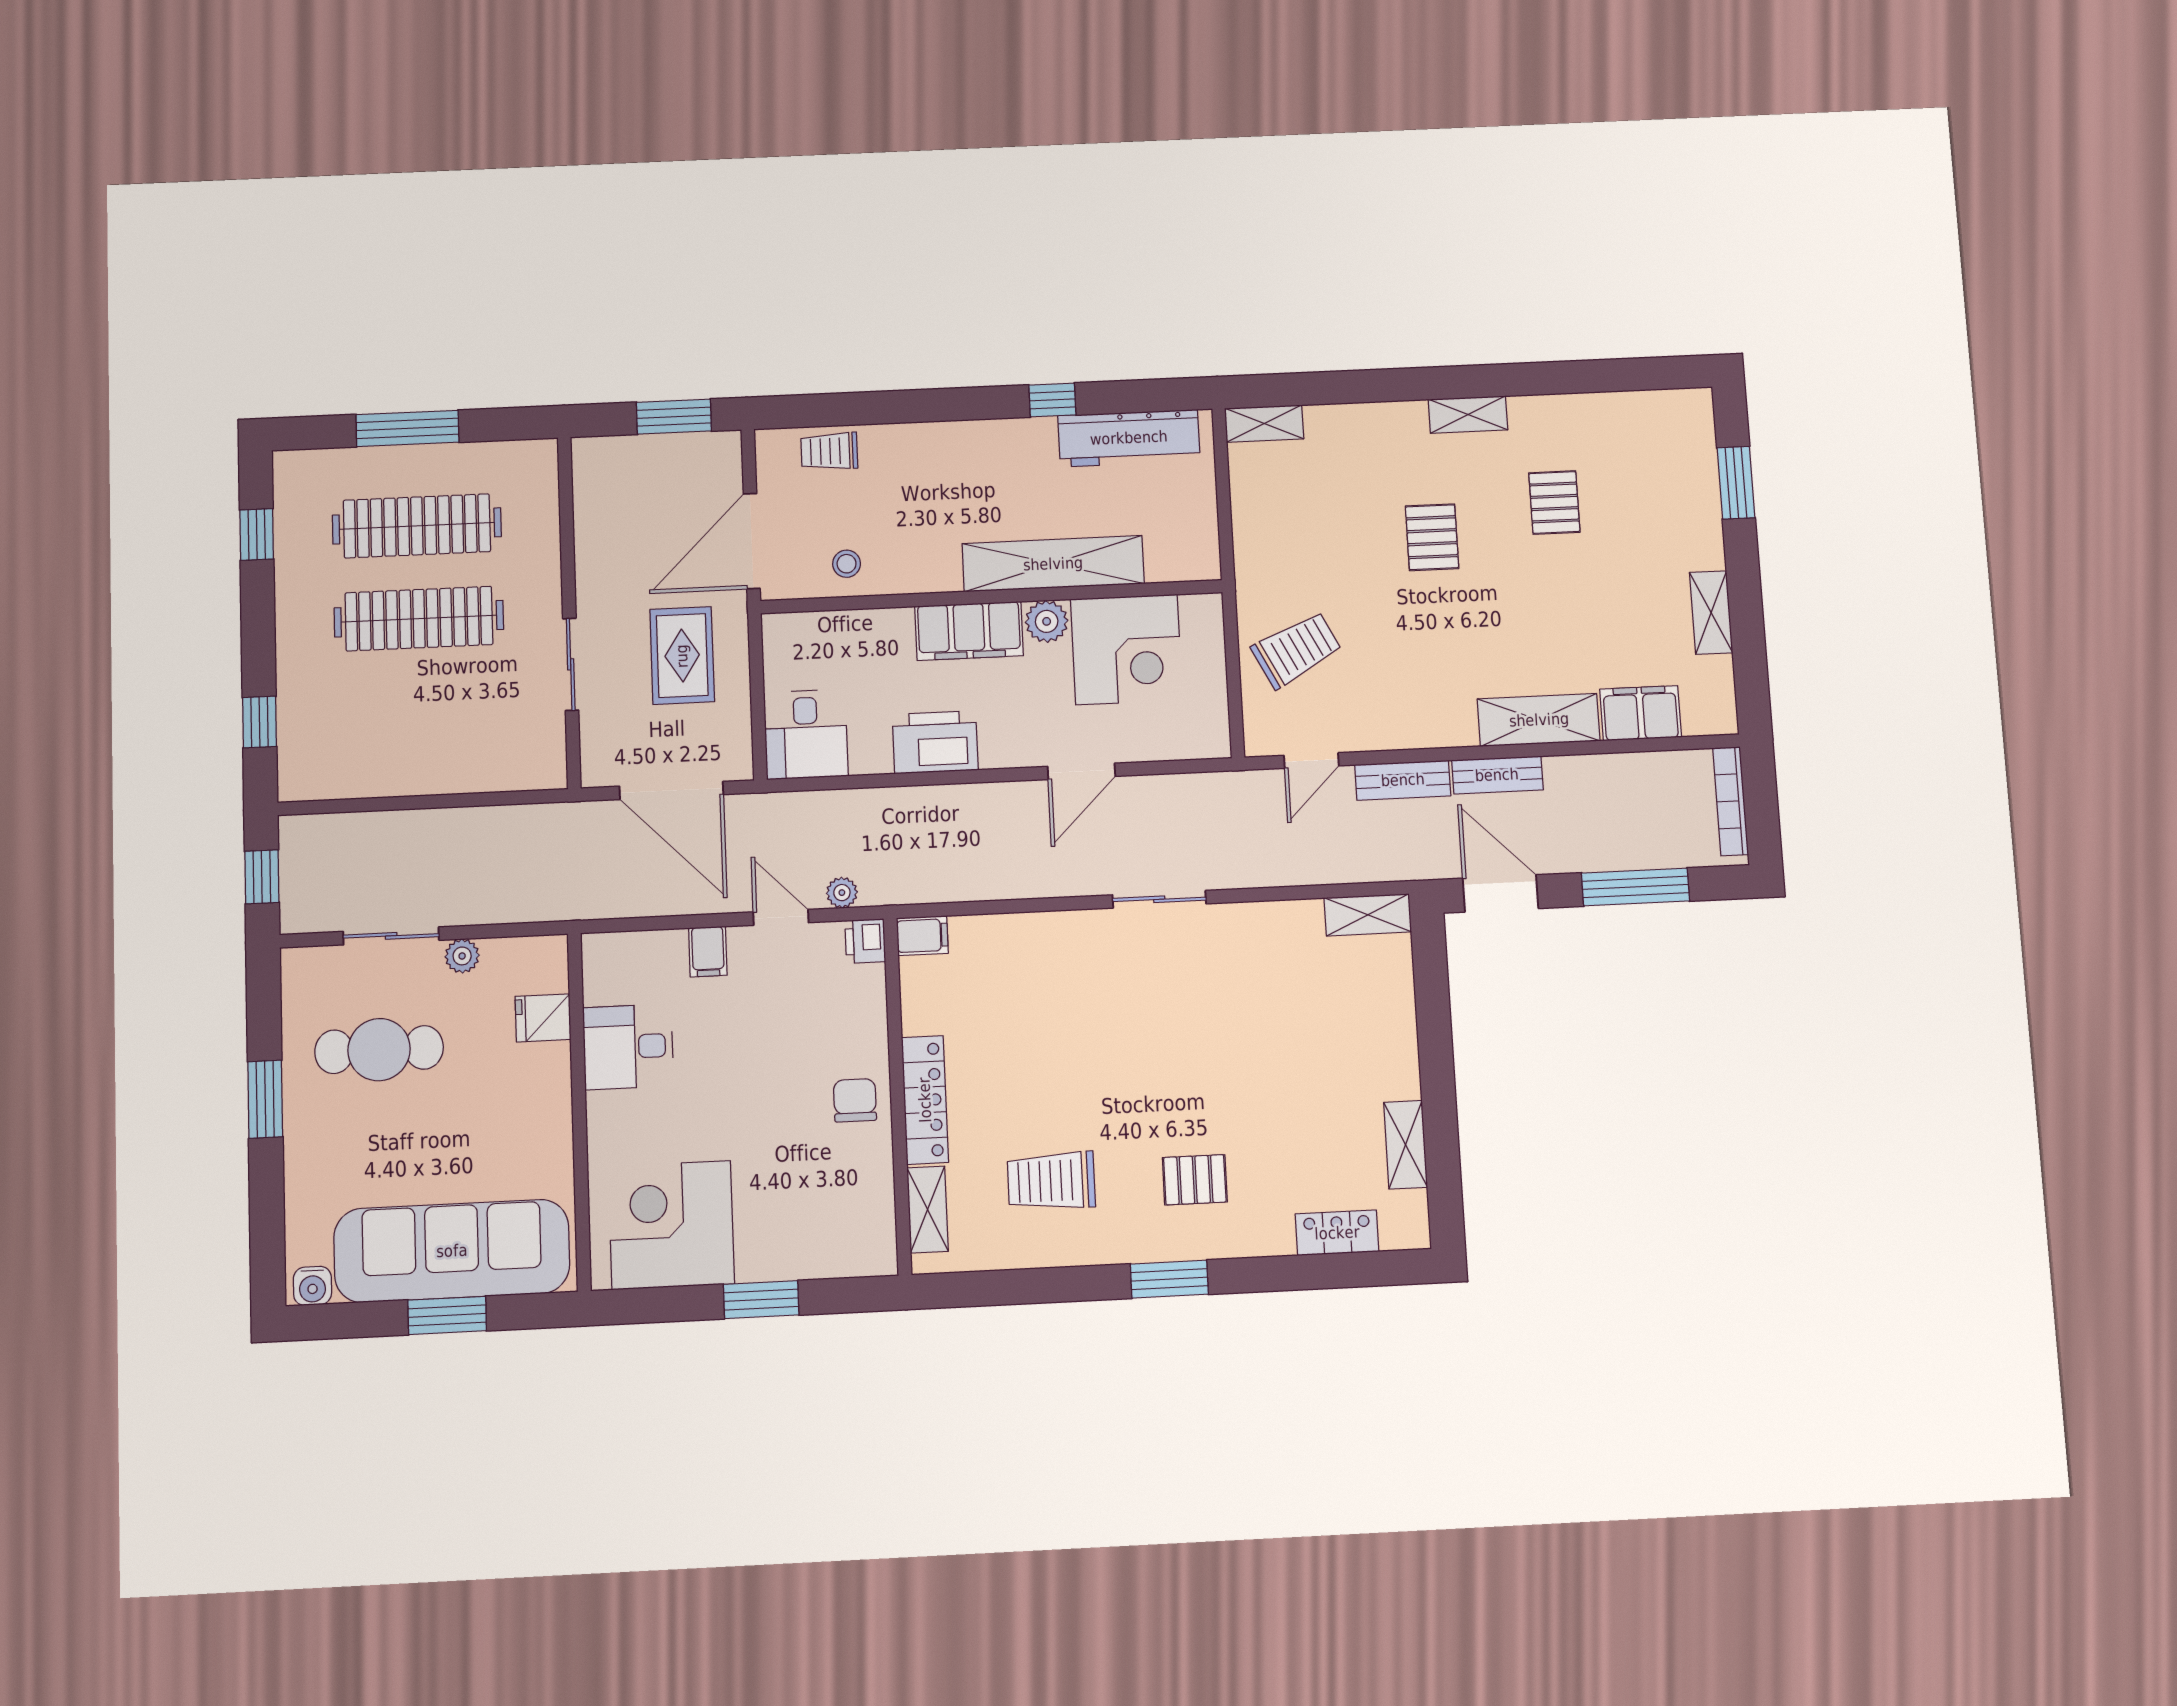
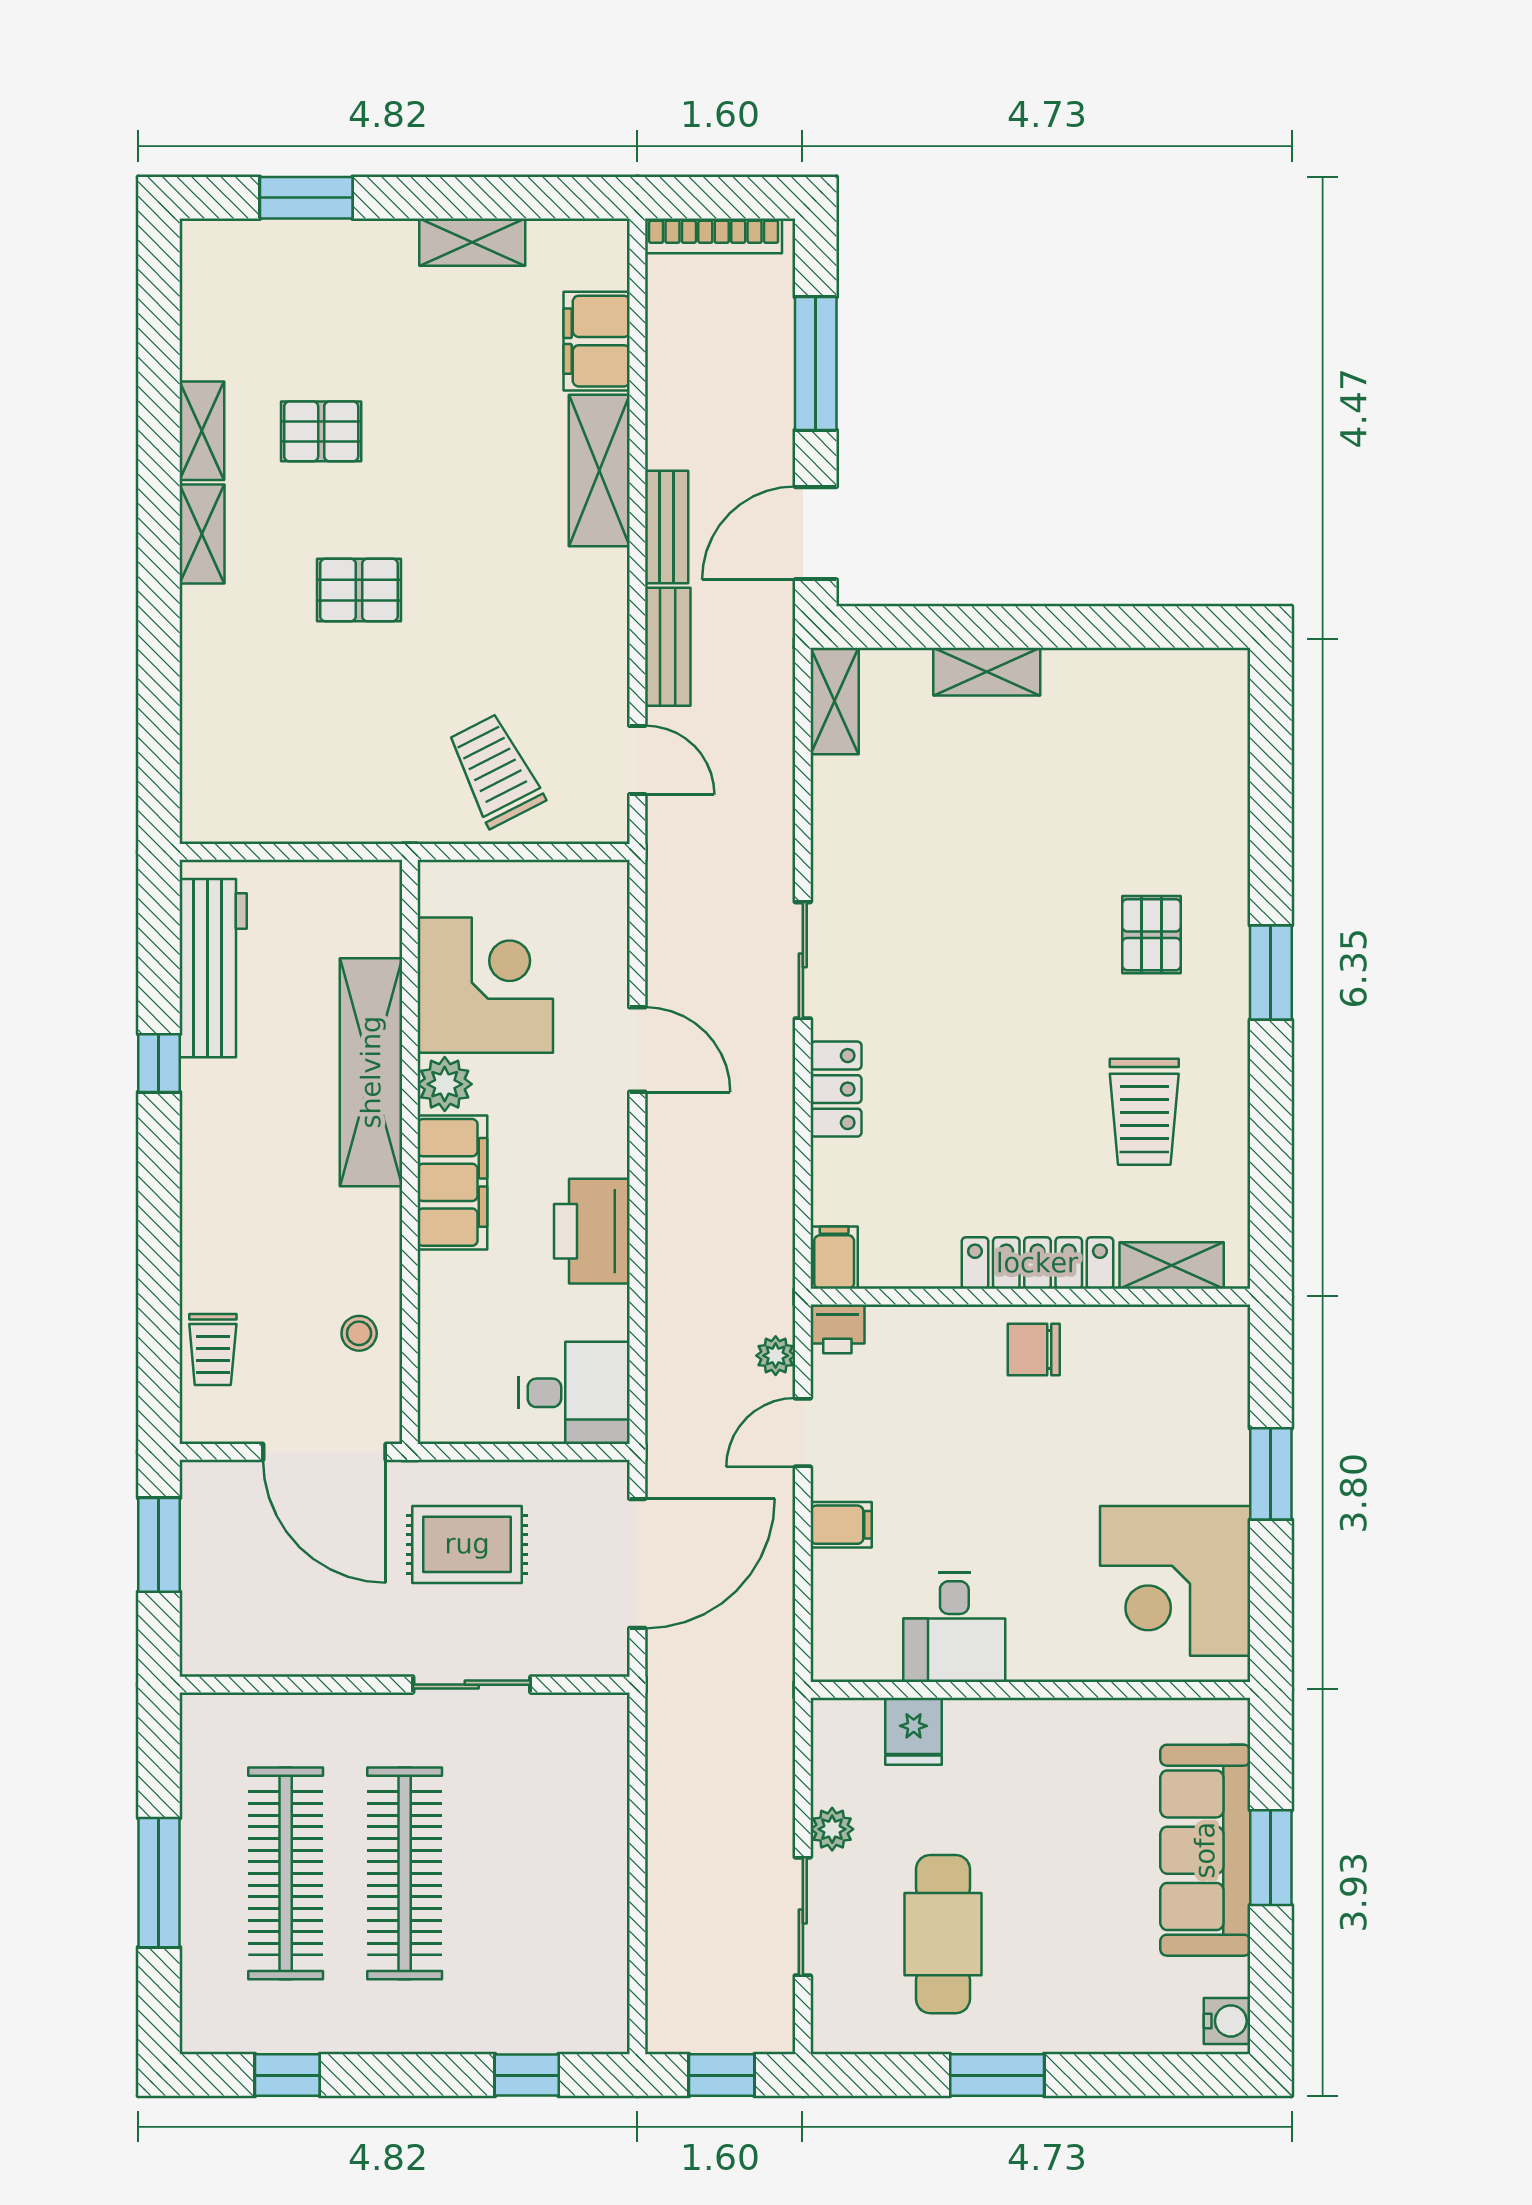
shelving: (1264, 424) -> (202, 431), moved
shelving: (1406, 1145) -> (987, 672), moved
locker: (1337, 1233) -> (836, 1089), moved, turned 180
sofa: (452, 1251) -> (1205, 1850), width x0.74, depth x0.79

